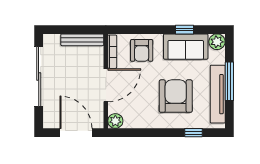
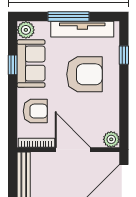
armchair: (176, 96) -> (84, 74), turned 180

